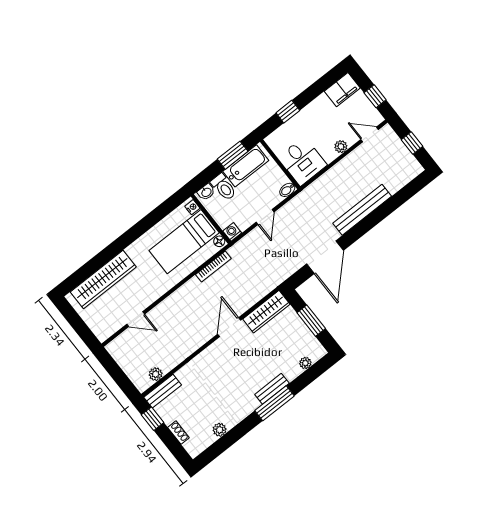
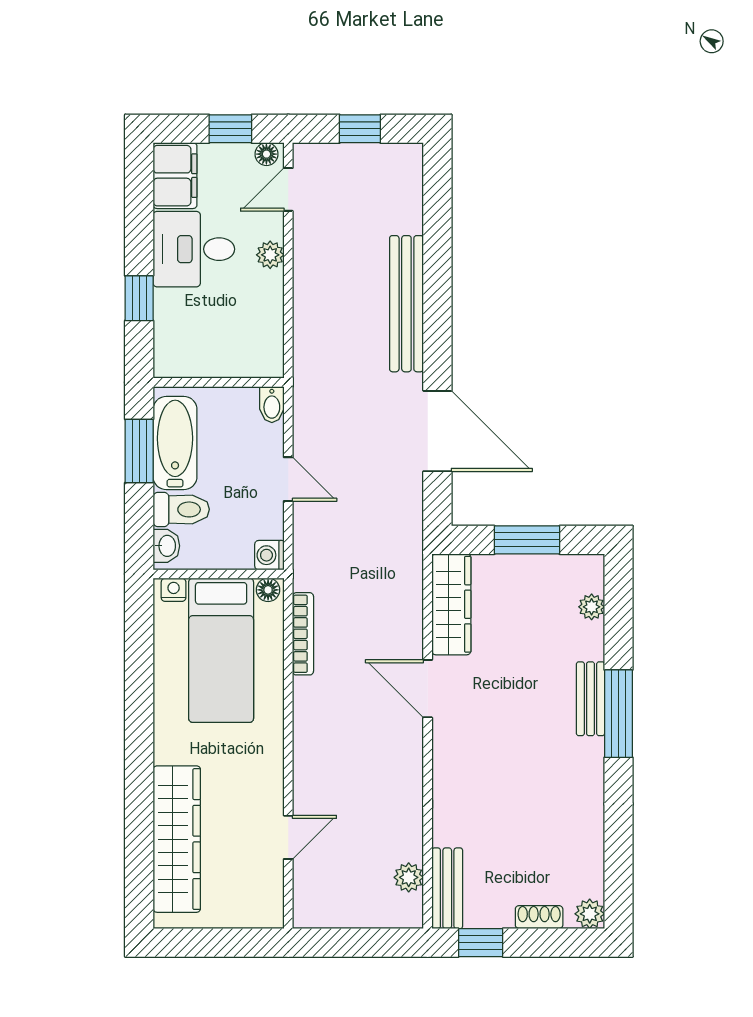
floor lamp: (376, 117) -> (266, 154), added
desk: (302, 161) -> (194, 249), moved, turned 180
plant: (220, 430) -> (590, 914), moved

